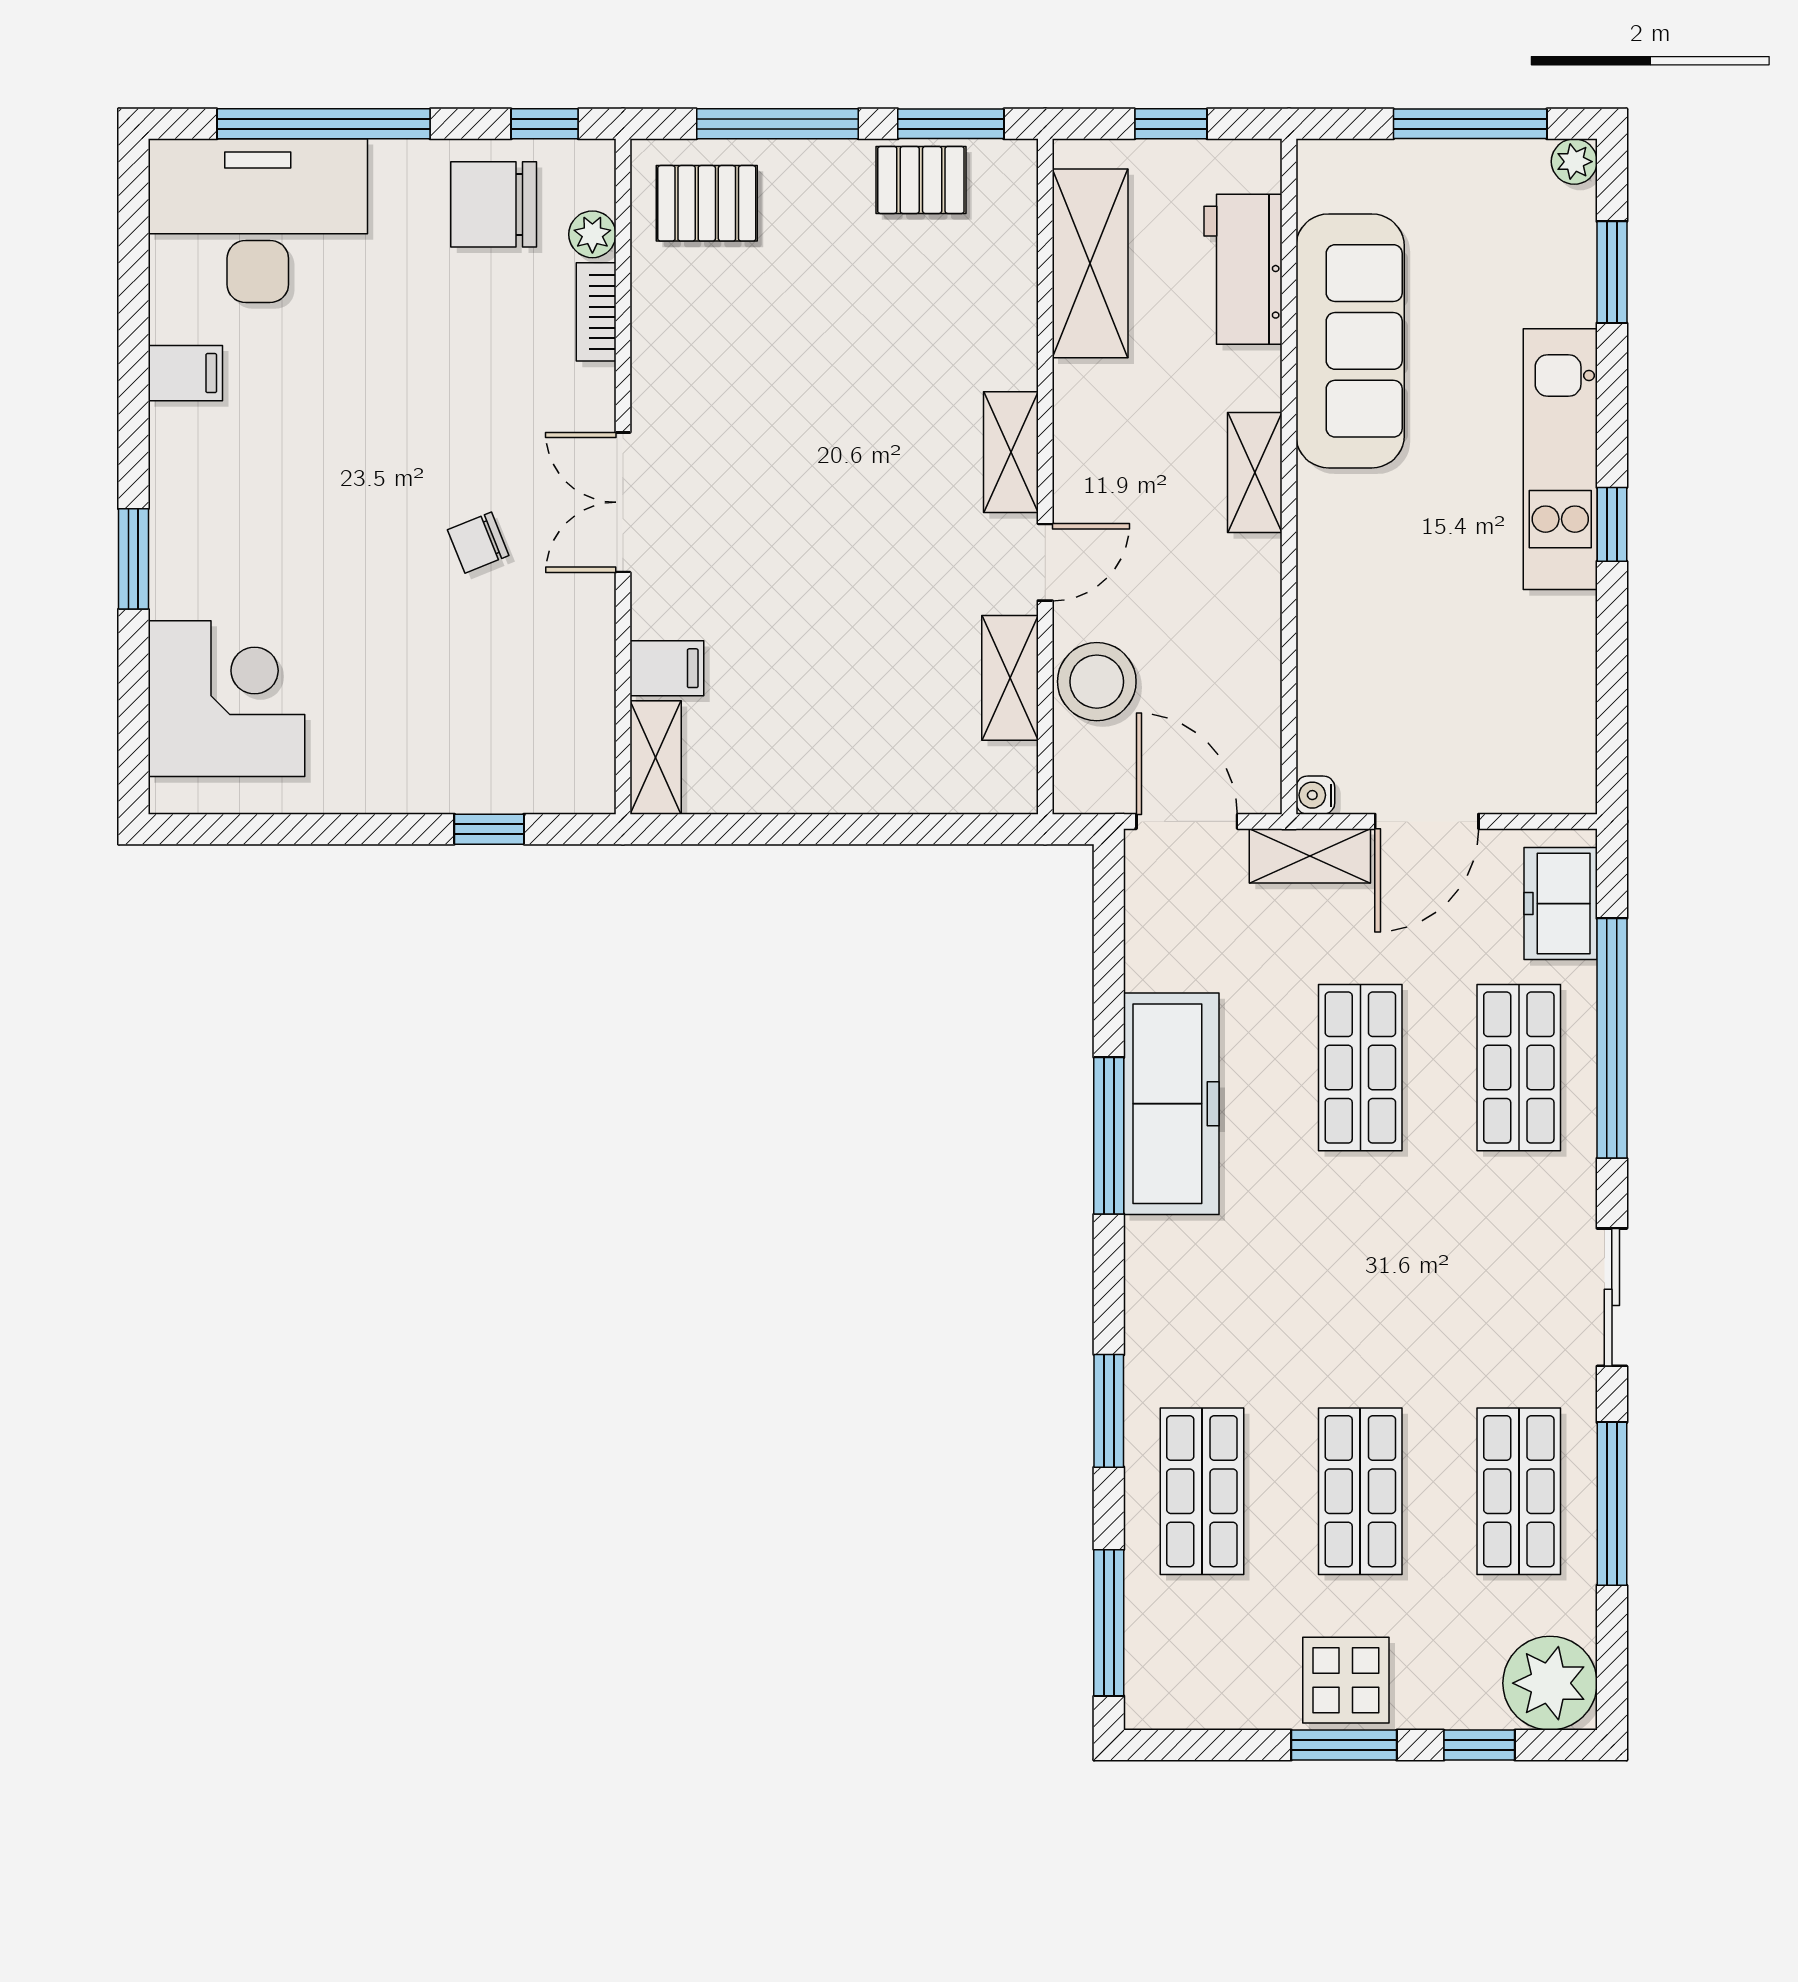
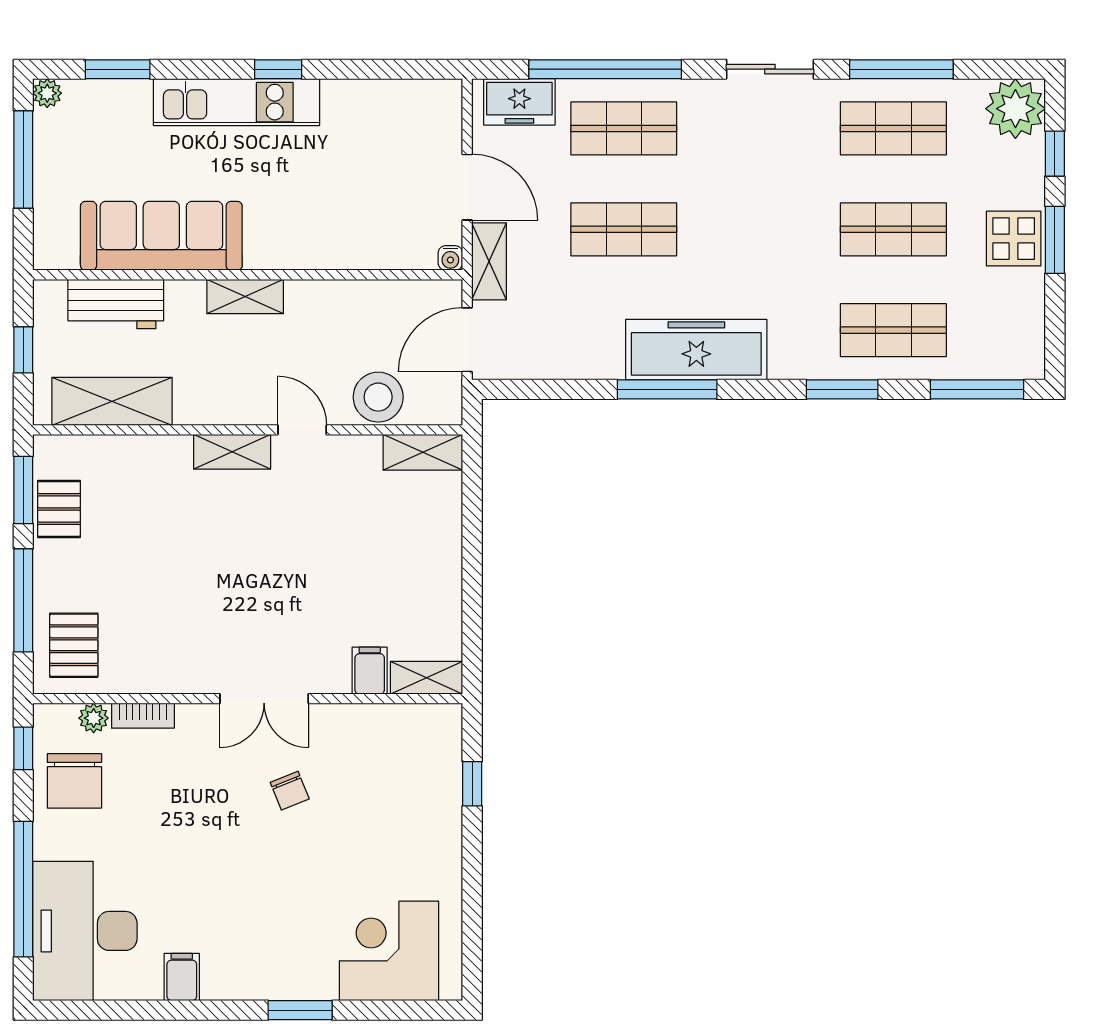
shelving: (1010, 678) -> (423, 452), moved
freezer: (1171, 1104) -> (696, 350), moved

